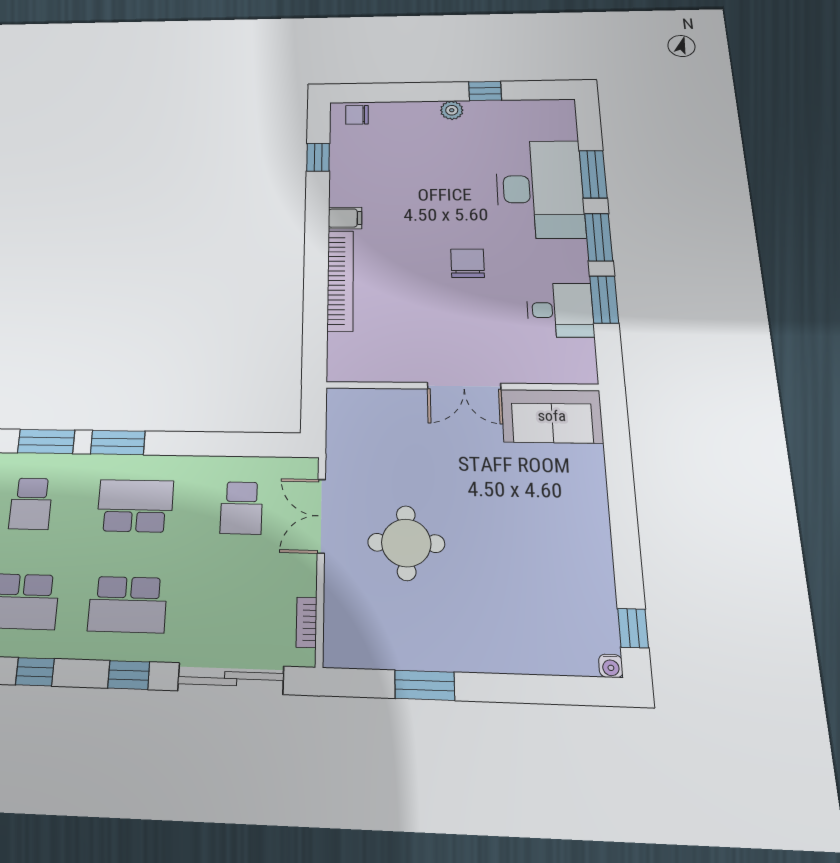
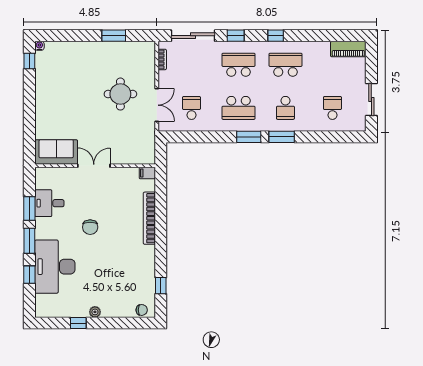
window: (593, 174) -> (29, 275), width x0.67
filing cabinet: (345, 218) -> (147, 173), moved
school desk: (31, 504) -> (285, 108), turned 180

